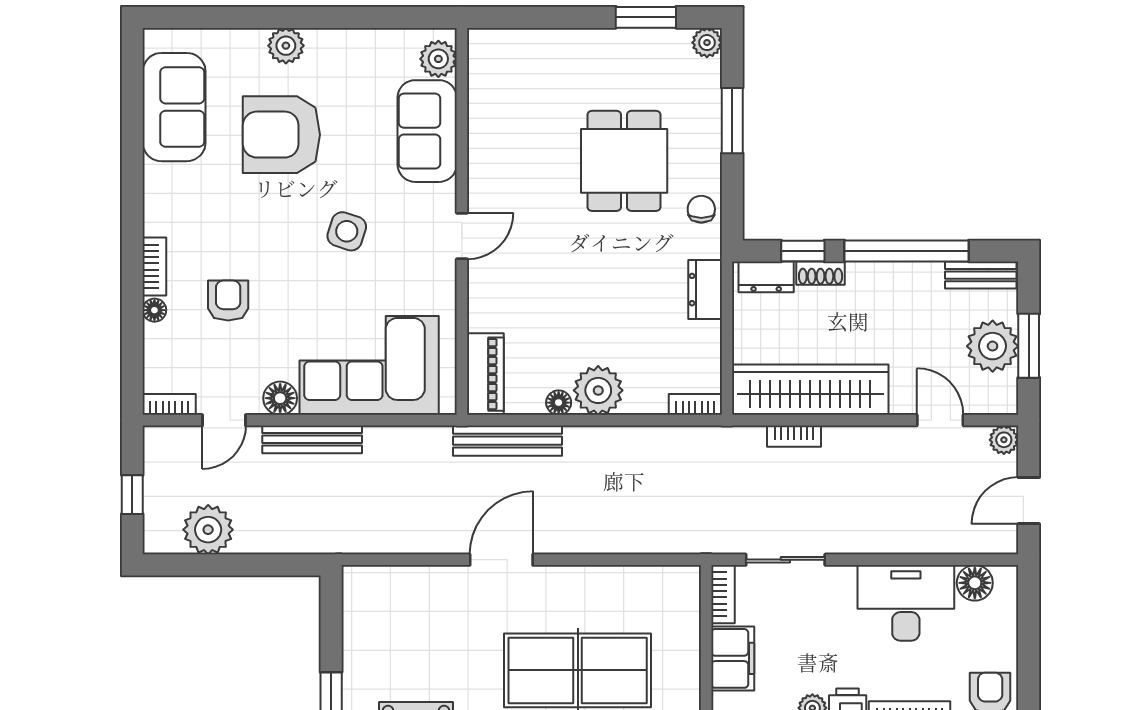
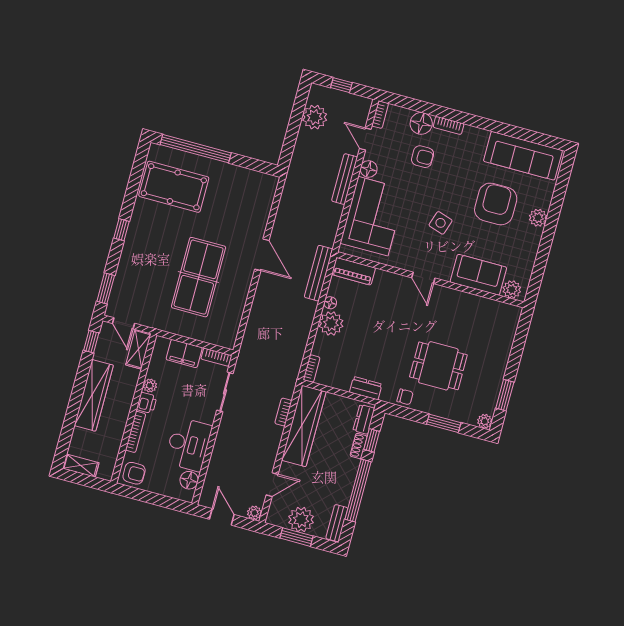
sofa: (174, 107) -> (523, 156), width x1.36
floor lamp: (154, 310) -> (421, 123), width x1.89, depth x1.89

